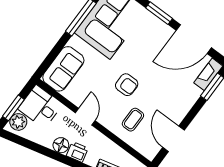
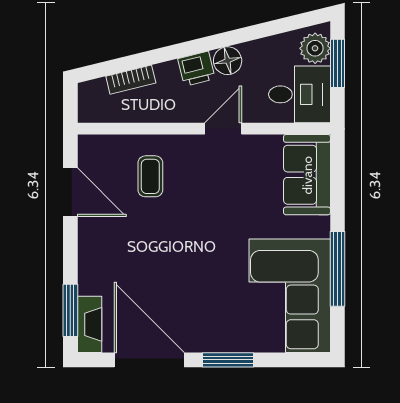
door: (194, 39) -> (149, 360), hinge flipped
armchair: (127, 85) -> (197, 220), removed
door: (85, 117) -> (223, 129), swing flipped

